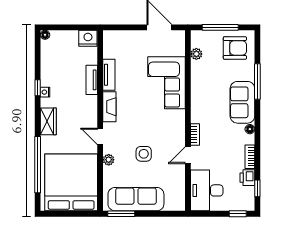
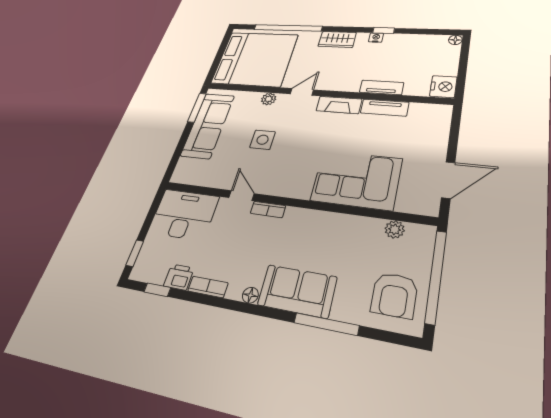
window: (220, 27) -> (436, 276), width x1.46

